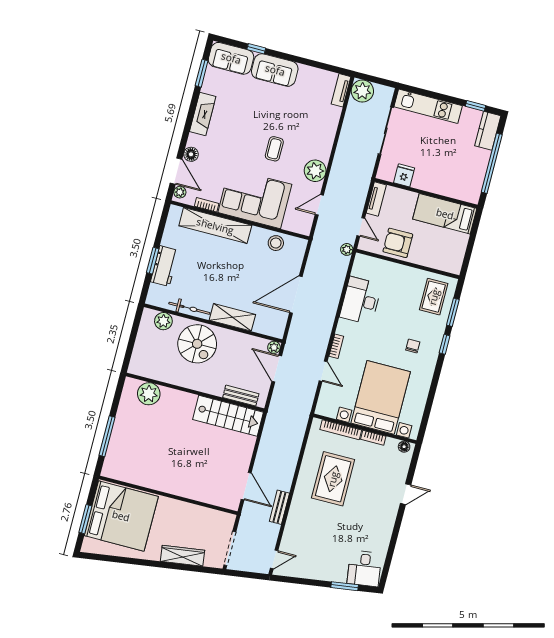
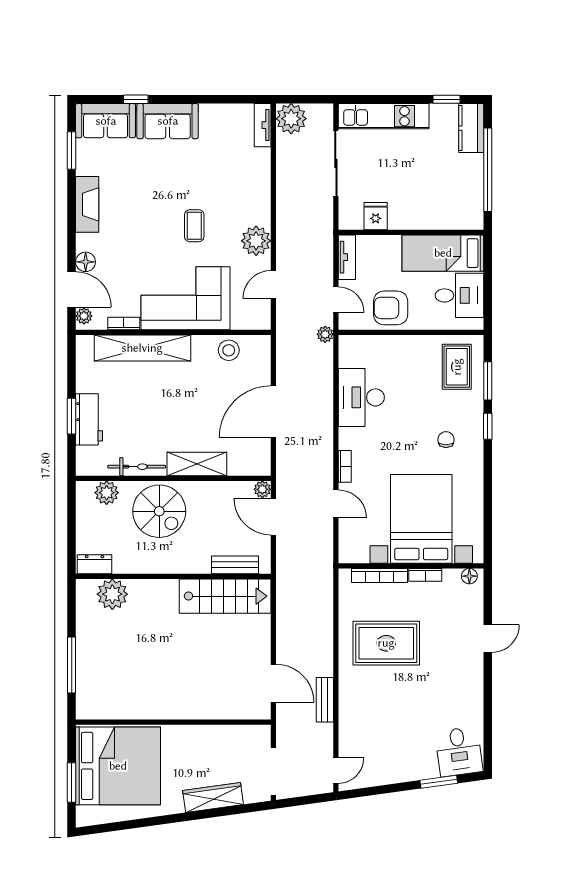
desk: (449, 247) -> (459, 295), added
dresser: (142, 369) -> (94, 564), added
rug: (333, 479) -> (386, 643), turned 90

